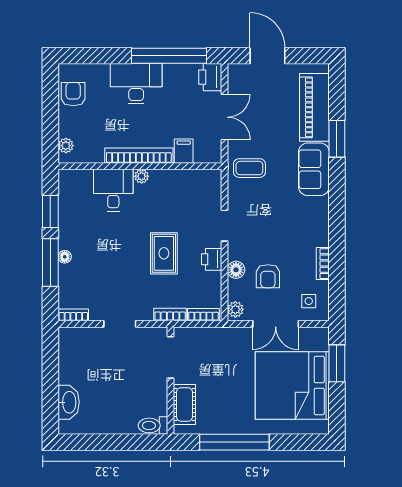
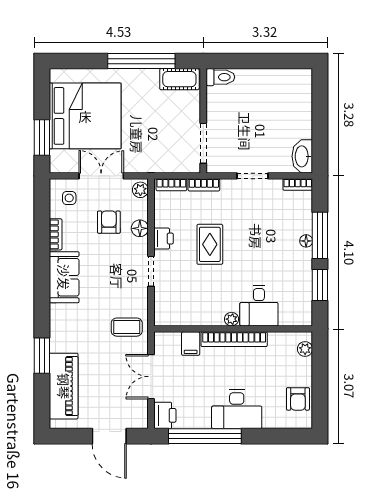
sofa: (314, 169) -> (64, 277), moved
washbasin: (69, 402) -> (302, 156), moved
cot: (184, 404) -> (179, 79), moved, turned 90

